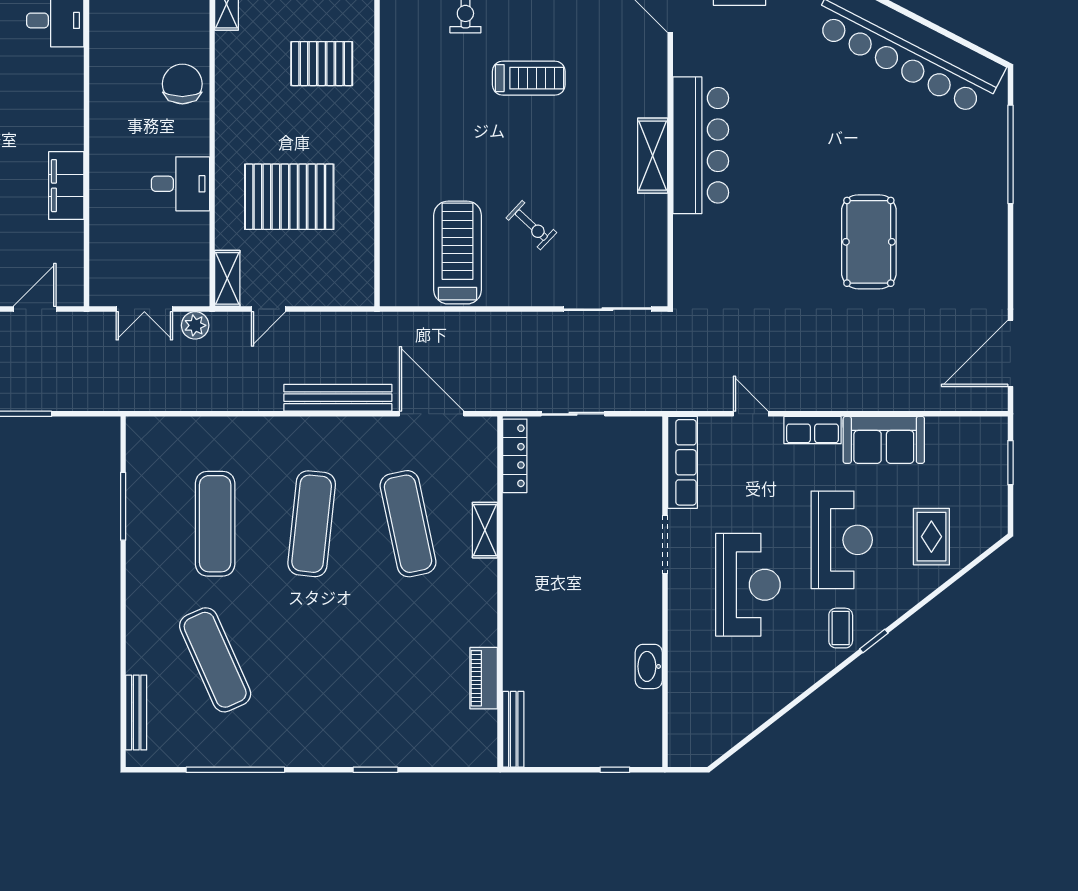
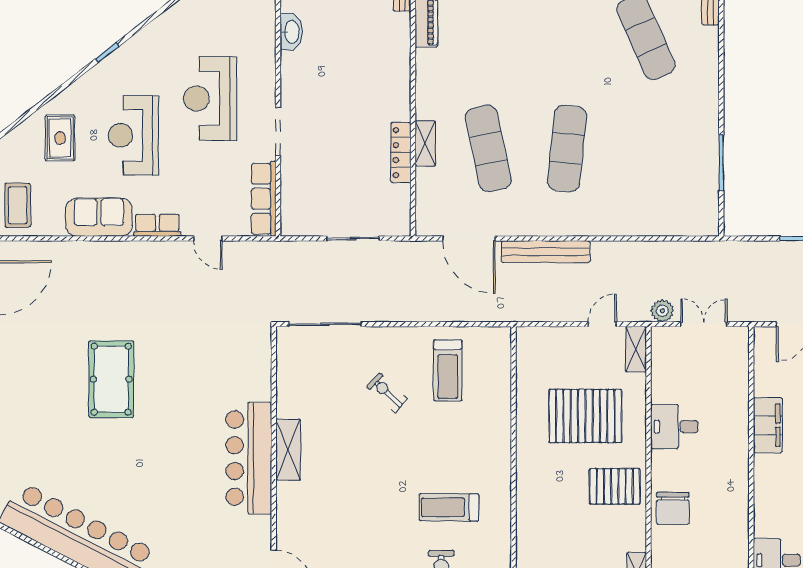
pallet: (322, 64) -> (615, 486), moved
treadmill: (529, 78) -> (449, 507), moved
treadmill: (457, 253) -> (448, 370), width x0.73, depth x0.73
locker: (515, 456) -> (401, 153), moved
exercise mat: (215, 524) -> (646, 149), removed
coffee table: (841, 628) -> (18, 205), moved, width x1.36, depth x1.30

